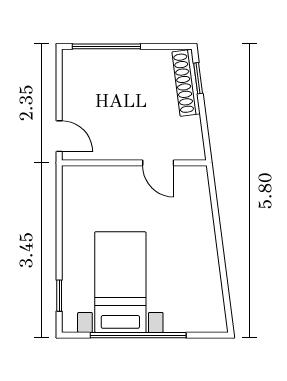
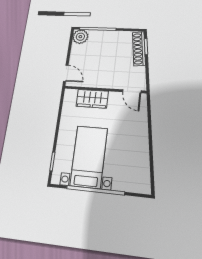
plant: (76, 63) -> (80, 37), added
door: (158, 163) -> (132, 91), moved
wardrobe: (113, 181) -> (92, 99), added

